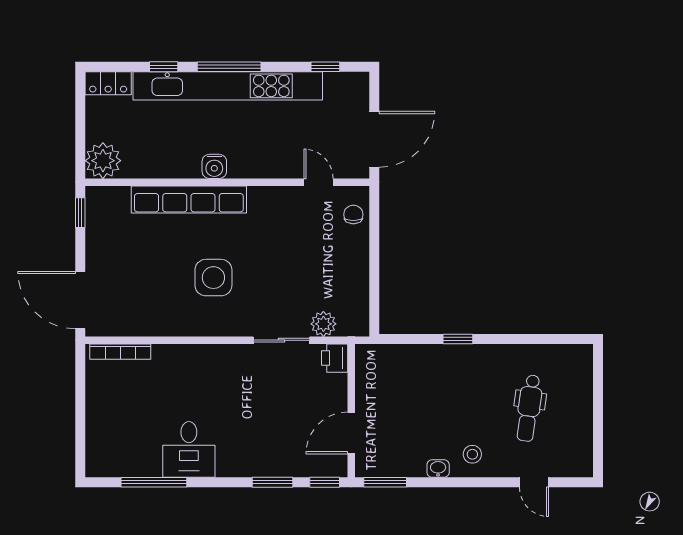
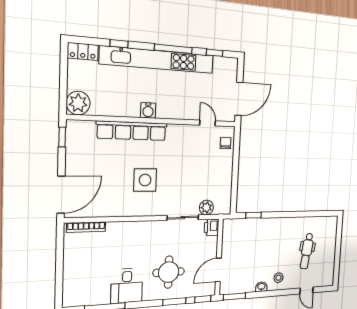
window: (229, 67) -> (173, 49), moved
door: (80, 300) -> (61, 195), swing flipped
window: (458, 339) -> (254, 215), moved
round table: (260, 431) -> (169, 272), added

